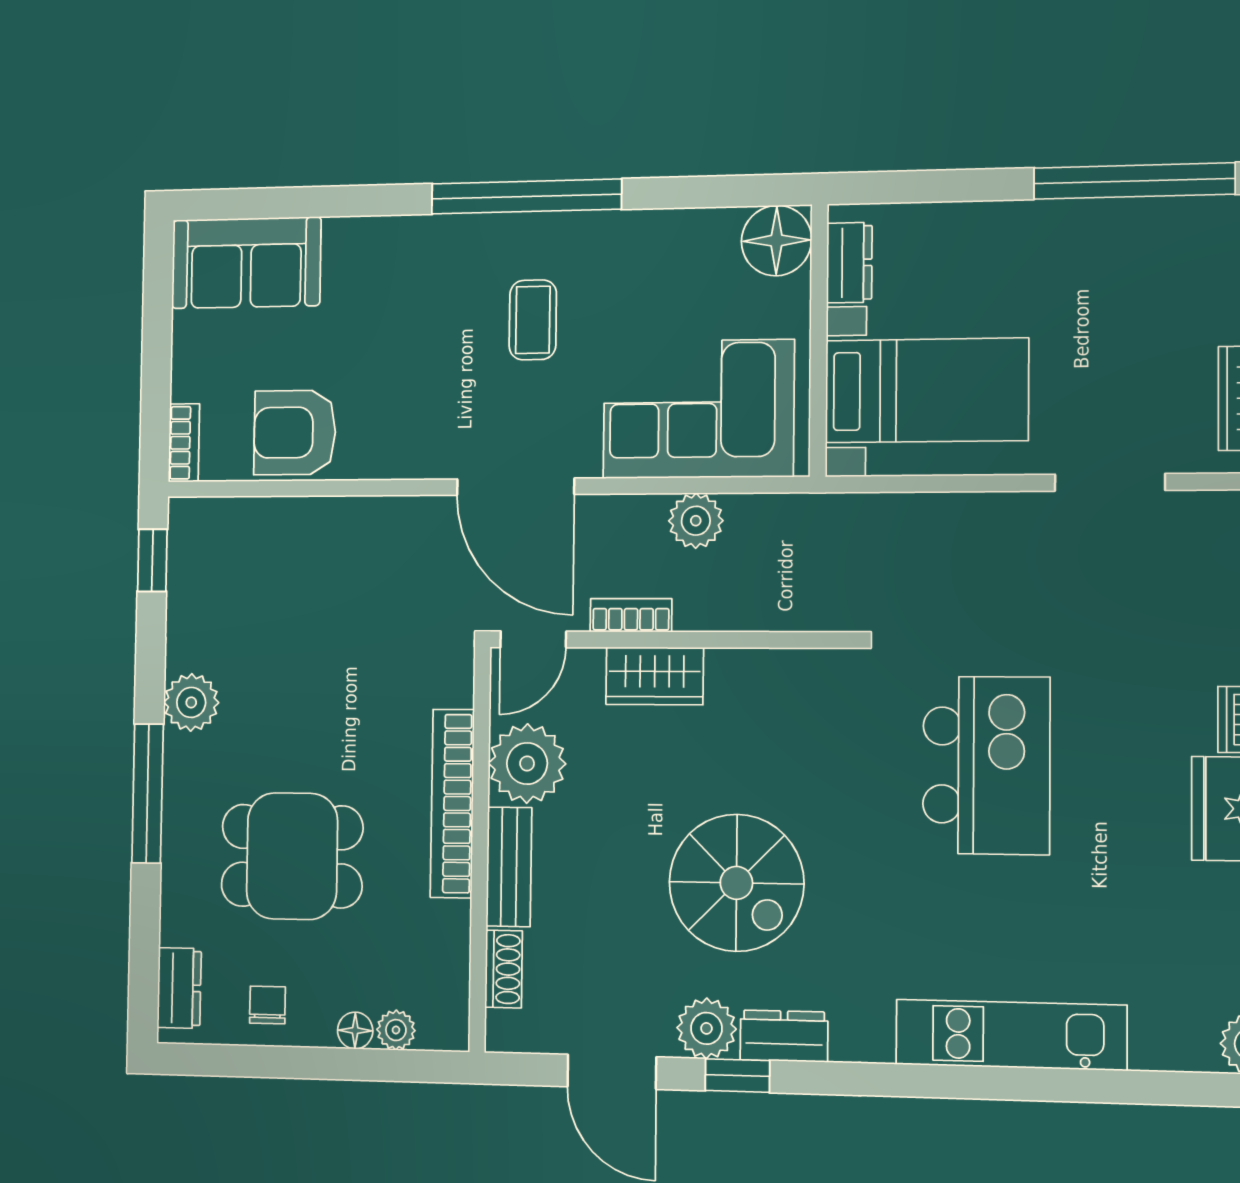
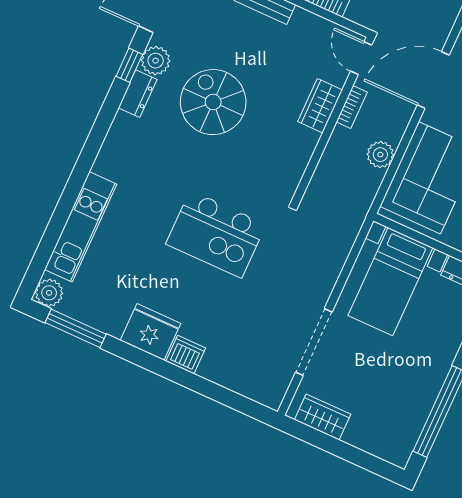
doorway: (1110, 482) -> (314, 342), width x1.36
plant: (527, 764) -> (307, 31), removed
spiral stairs: (736, 883) -> (213, 102), turned 90
kitchen unit: (1011, 1035) -> (81, 227), moved

